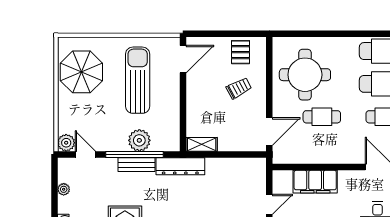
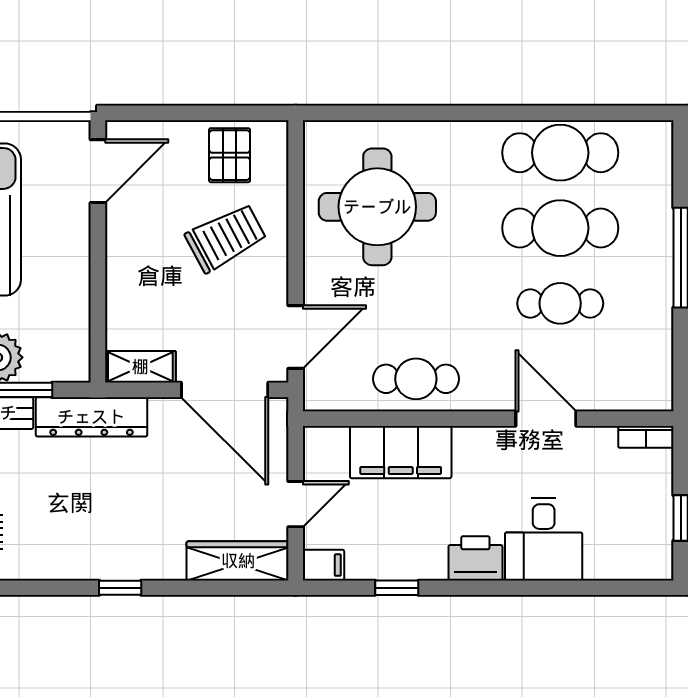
trolley: (239, 88) -> (226, 238), width x1.36, depth x1.39
cafe table: (322, 117) -> (416, 379), moved
door: (238, 154) -> (225, 390), added

